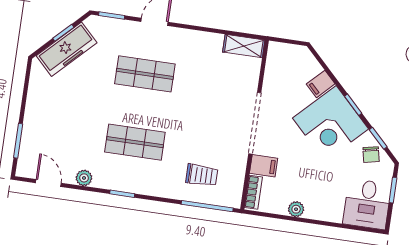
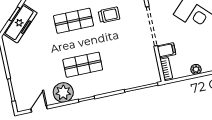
trolley: (202, 175) -> (109, 15), moved
plant: (84, 178) -> (63, 92), width x1.88, depth x1.88
door: (48, 183) -> (39, 109), hinge flipped

